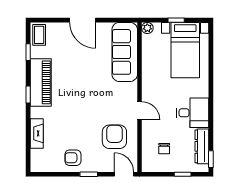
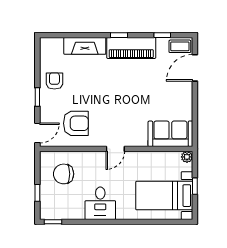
door: (83, 20) -> (195, 68), moved
sofa: (125, 52) -> (170, 134), width x0.73
door: (139, 111) -> (115, 149), moved
fireplace: (37, 133) -> (85, 46), width x1.37, depth x1.32
dresser: (202, 146) -> (66, 213), removed
chair: (164, 149) -> (64, 174), width x1.87, depth x1.87

